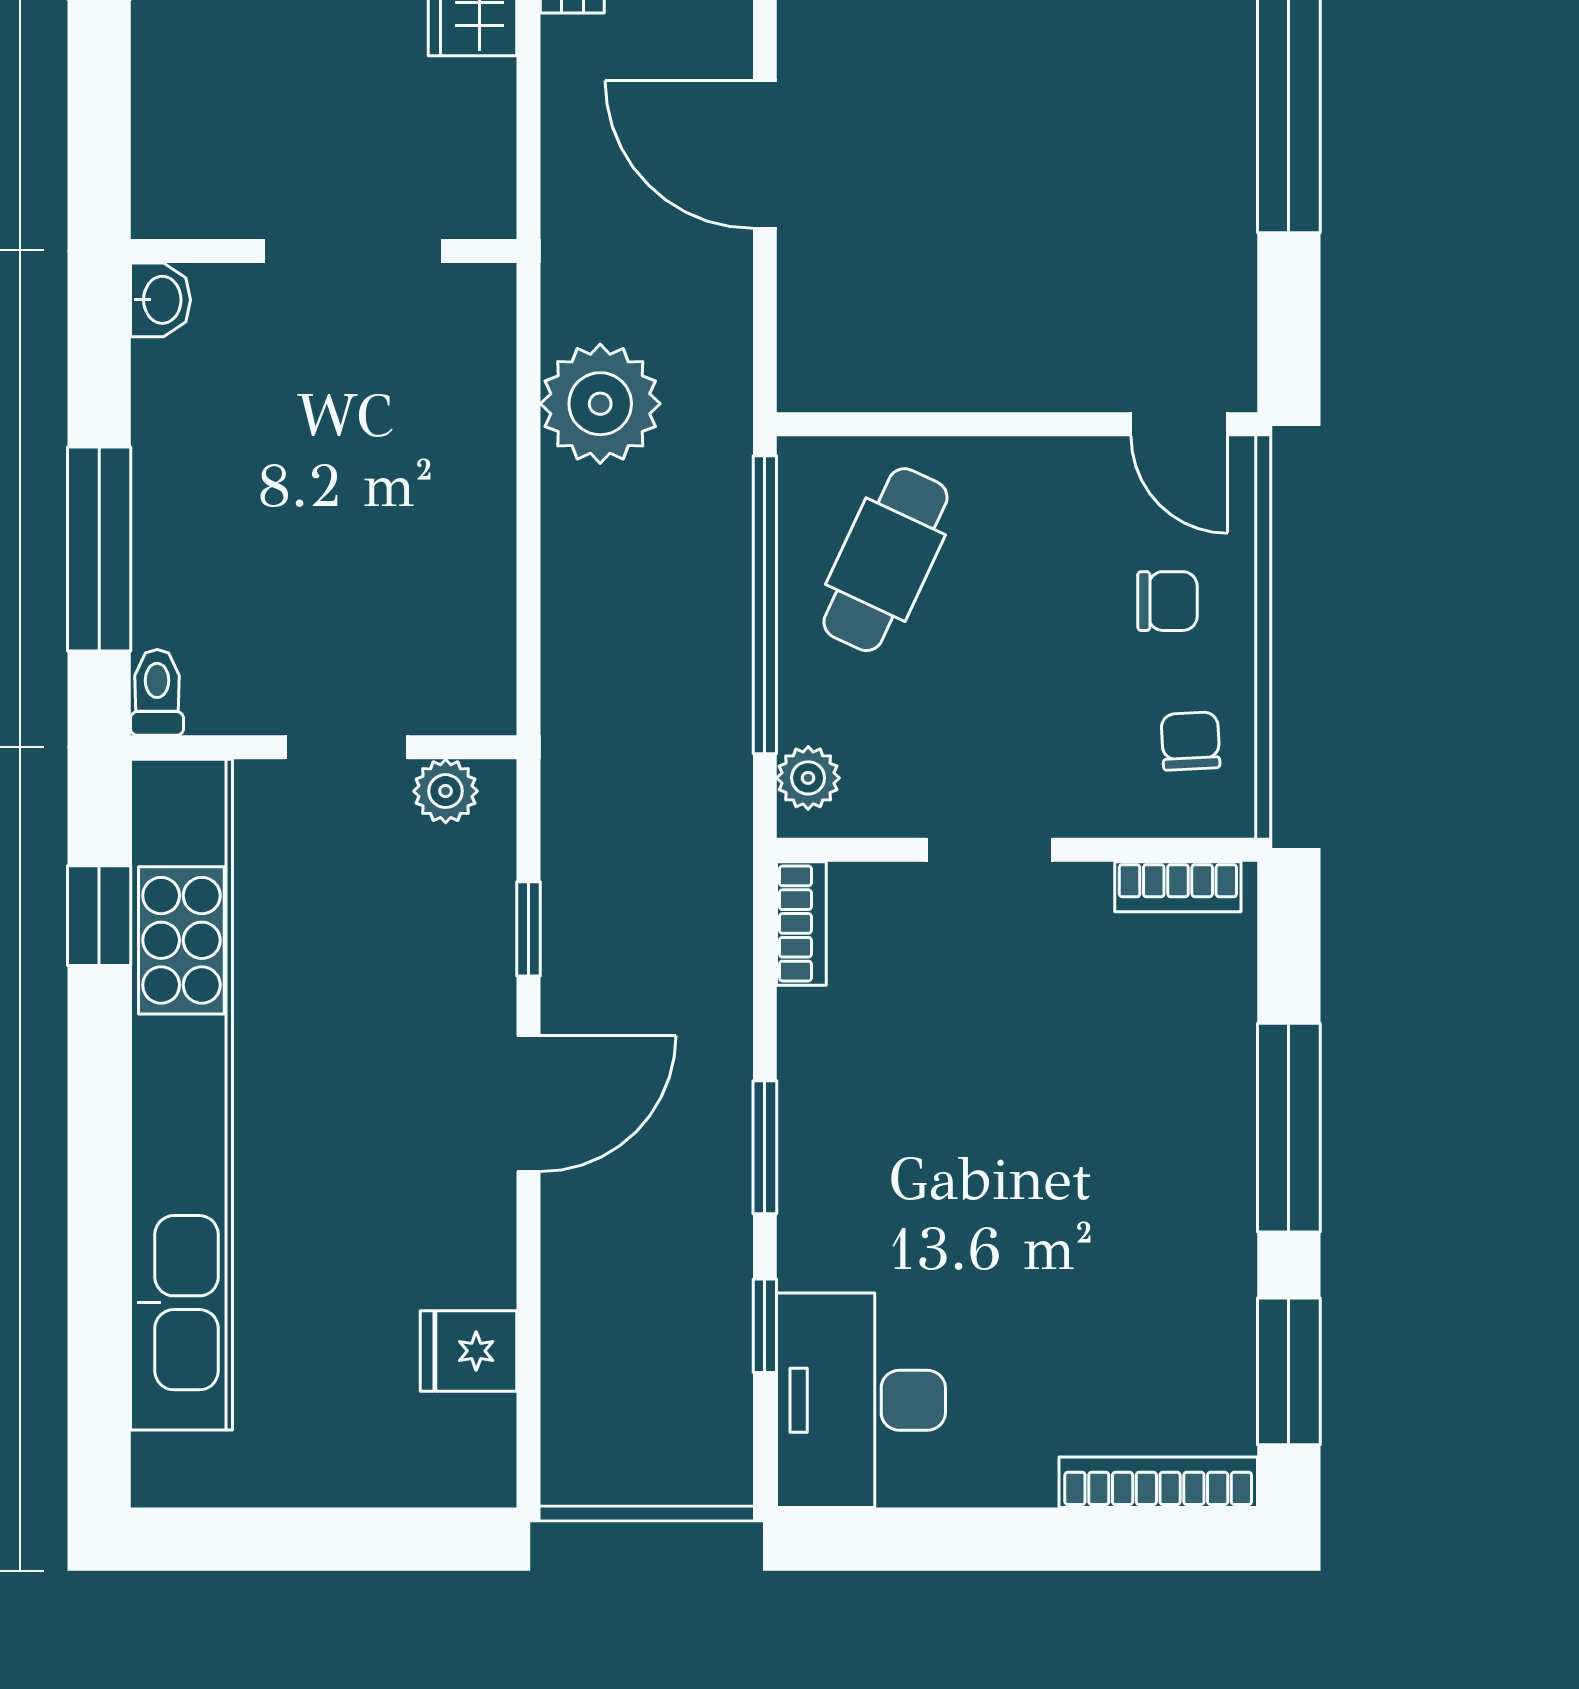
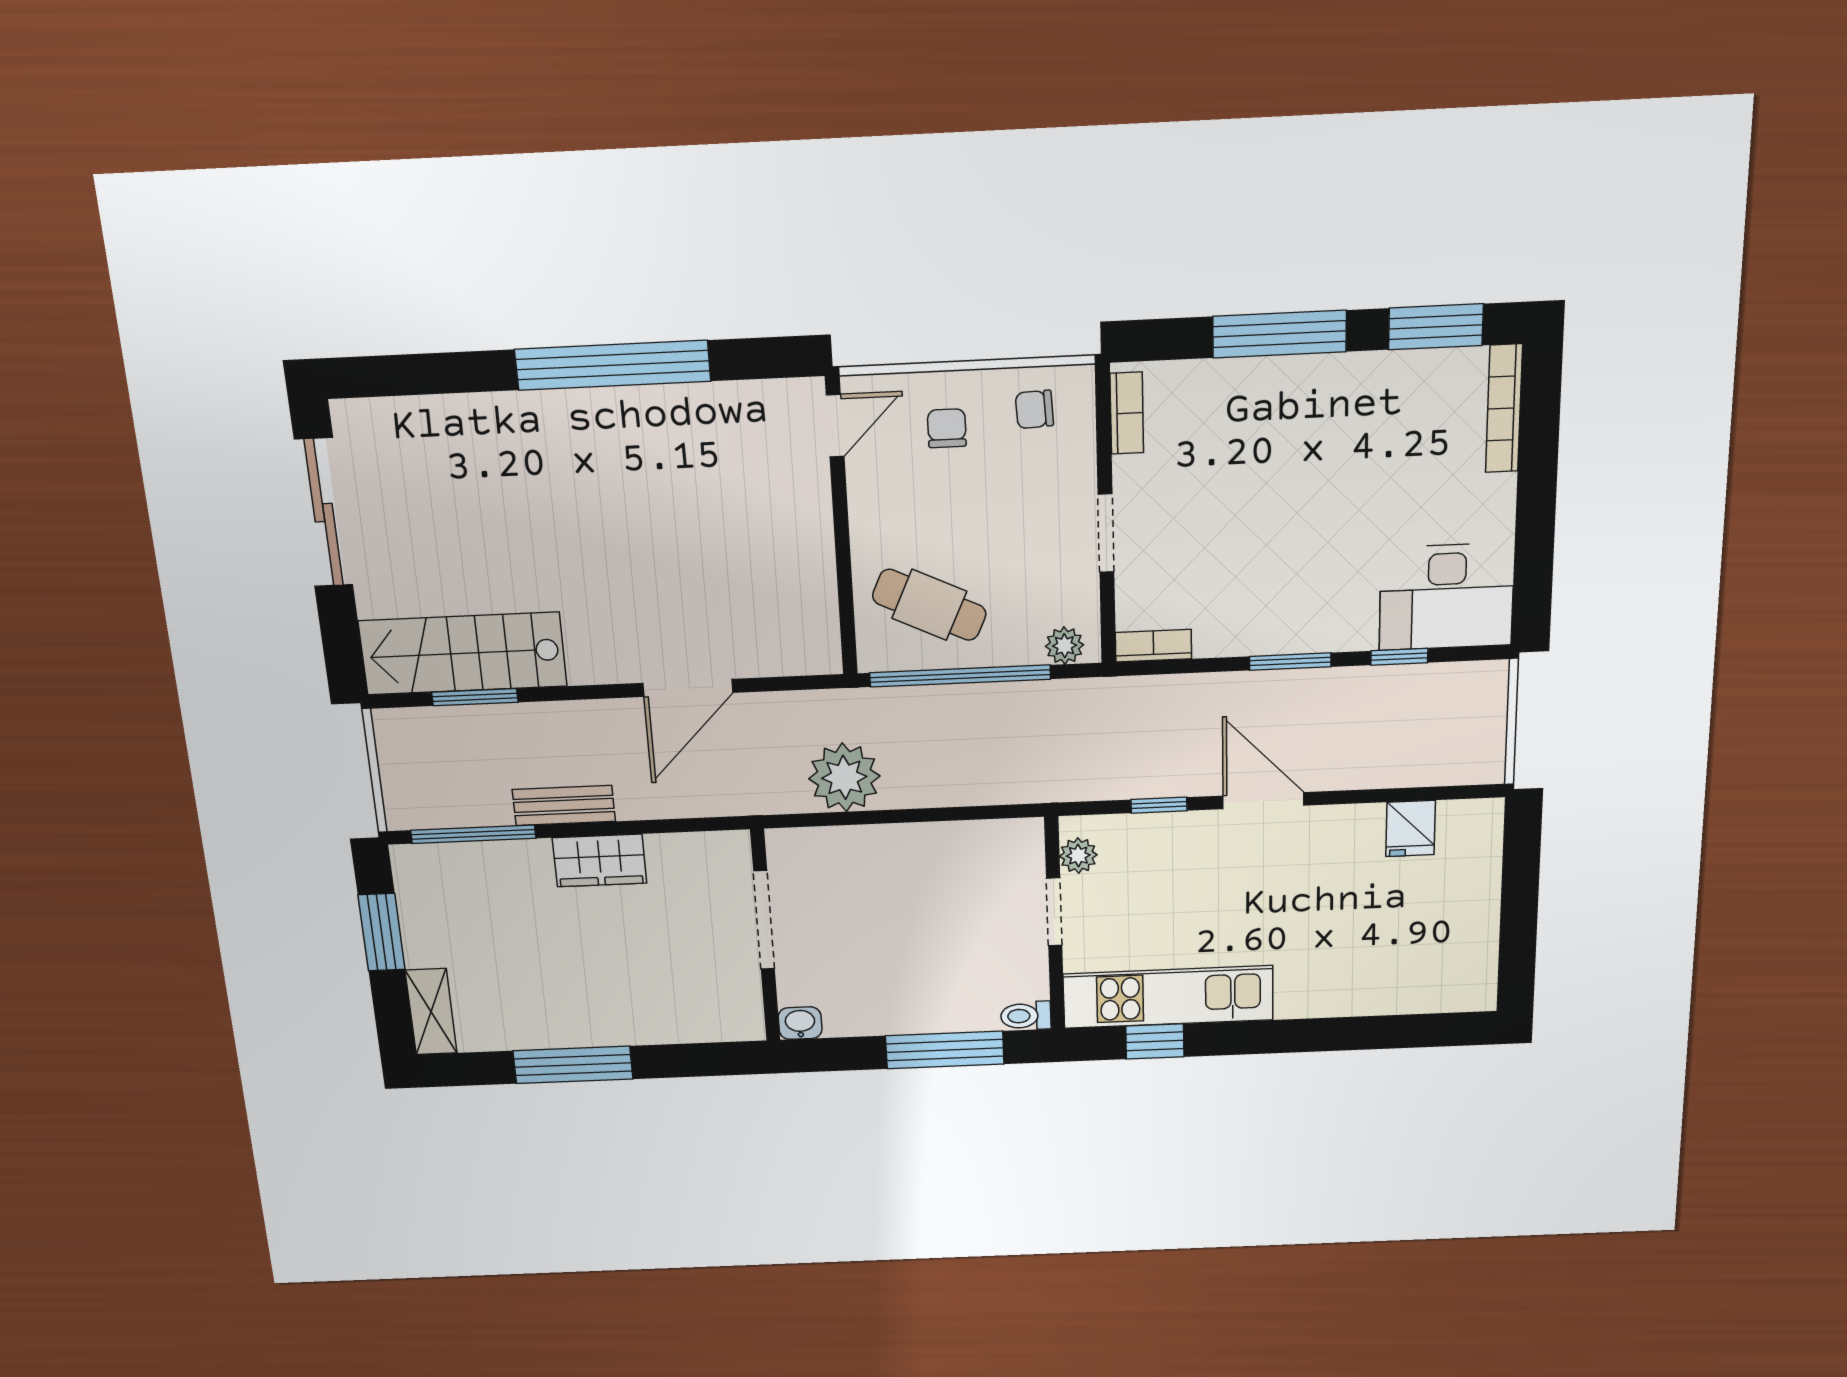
kitchen unit: (181, 1095) -> (1168, 997), width x0.54

